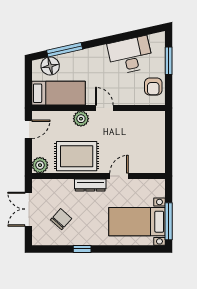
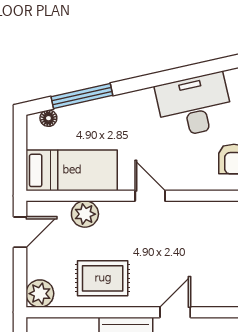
floor lamp: (50, 66) -> (48, 118), width x0.53, depth x0.53
plant: (81, 119) -> (85, 214), moved
rug: (77, 156) -> (103, 278), width x0.73, depth x0.70

